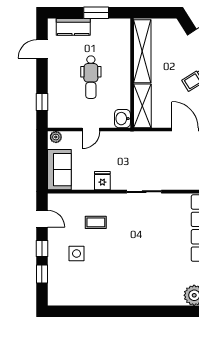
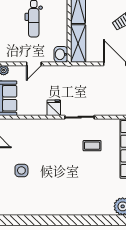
fridge: (102, 181) -> (54, 108), moved
coffee table: (96, 222) -> (92, 146), moved

